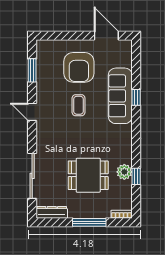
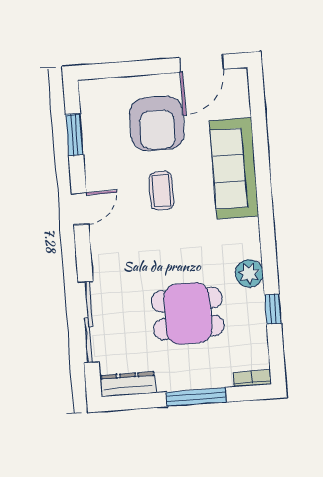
door: (106, 36) -> (202, 63), swing flipped
window: (136, 97) -> (262, 169), removed
door: (32, 112) -> (80, 209), swing flipped
plant: (124, 172) -> (249, 273), moved

